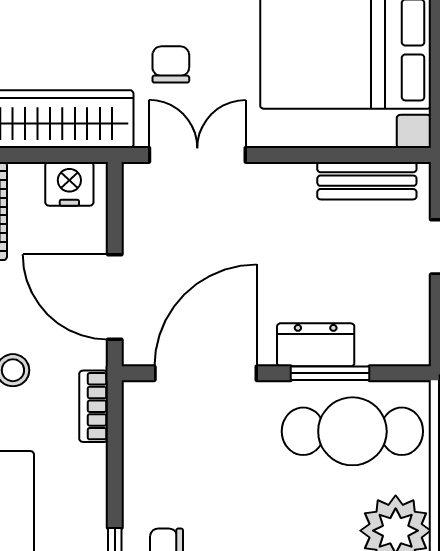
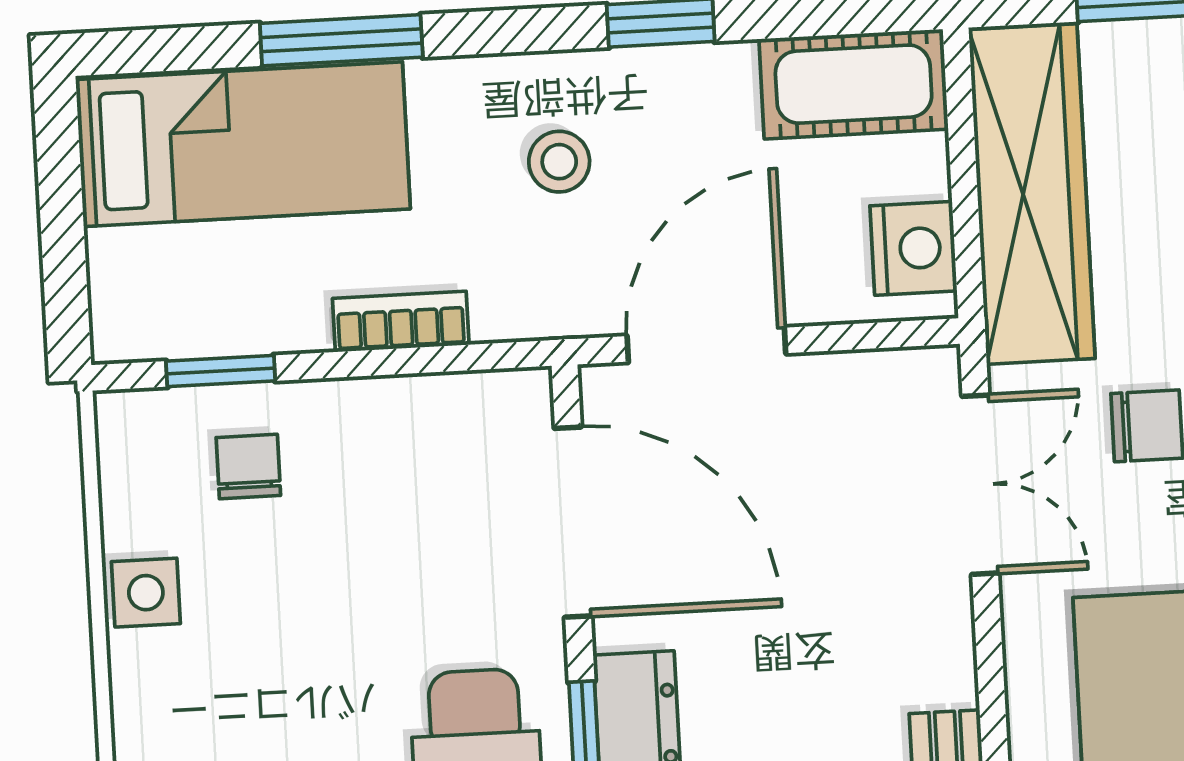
bookcase: (94, 406) -> (401, 322), moved

